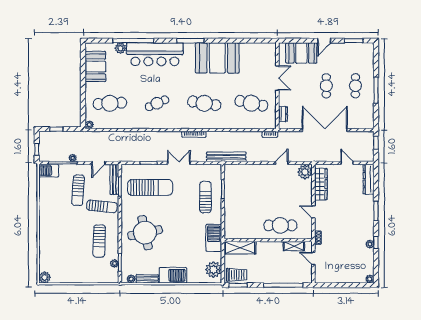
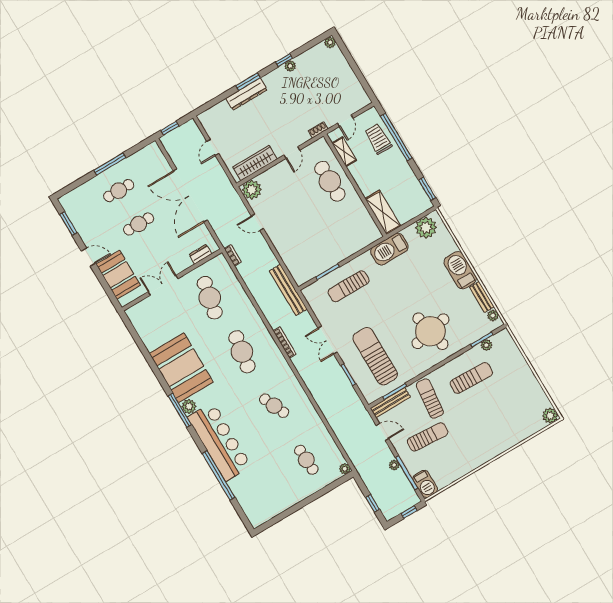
plant: (120, 48) -> (189, 406), moved
booth: (95, 66) -> (274, 501), removed
cafe table: (110, 103) -> (306, 460), width x0.73, depth x0.74
dresser: (369, 179) -> (246, 94), moved
trolley: (237, 275) -> (378, 139), moved

